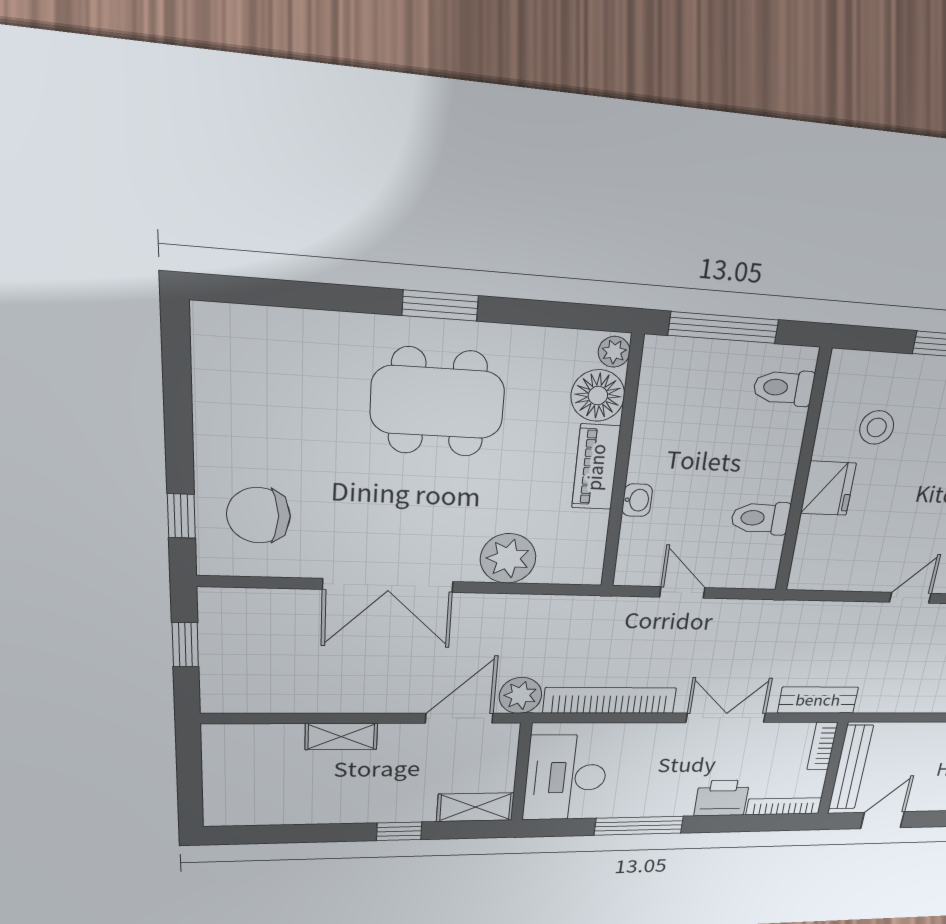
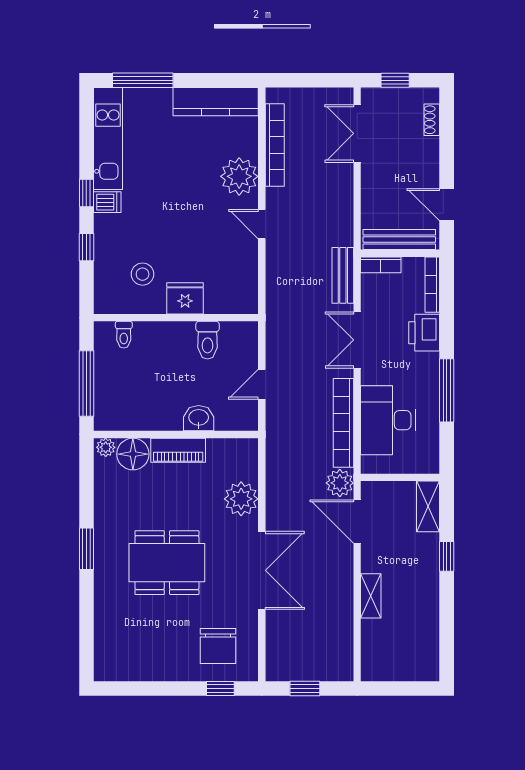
toilet: (784, 388) -> (124, 335), width x0.73, depth x0.72
dining table: (438, 402) -> (167, 563), moved, turned 90
washbasin: (637, 500) -> (199, 418), width x1.38, depth x1.45
desk: (566, 778) -> (388, 420), moved, turned 90

